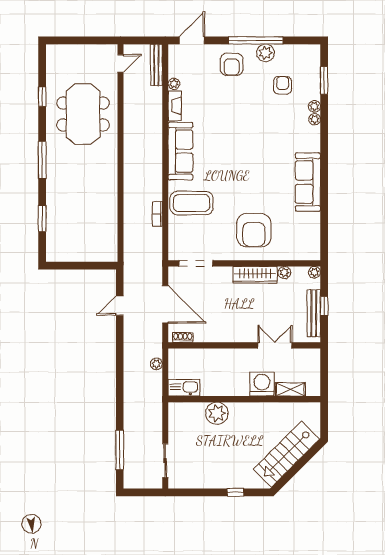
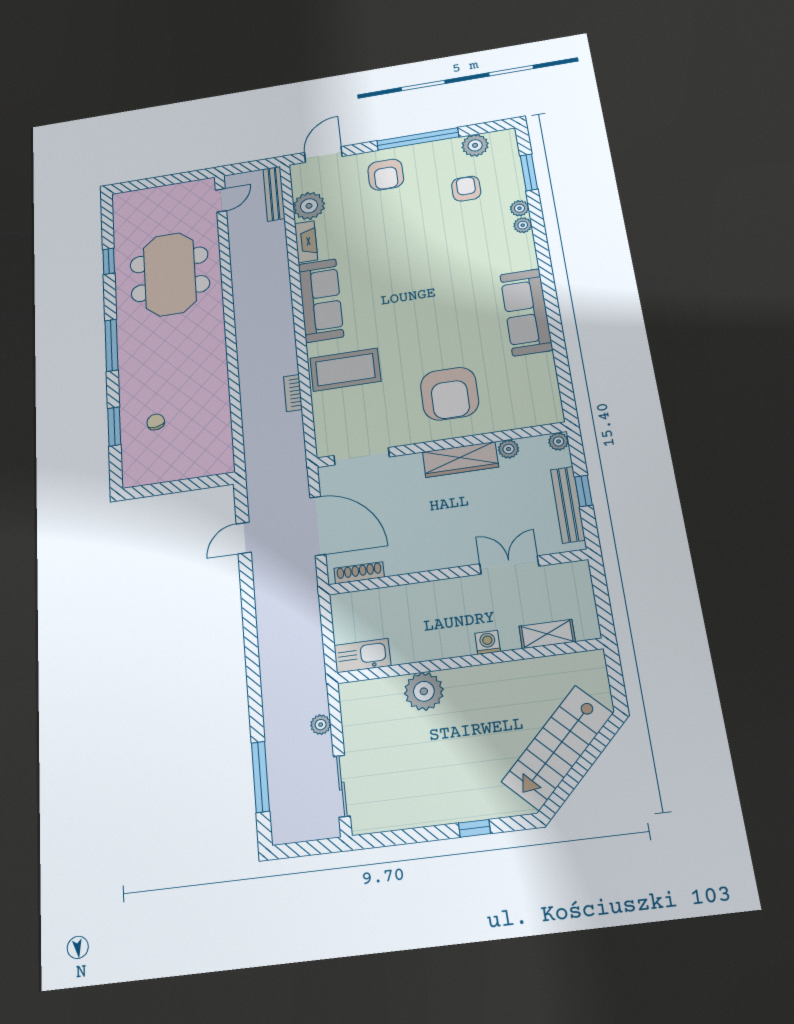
plant: (265, 53) -> (475, 145), moved
plant: (174, 84) -> (309, 206), width x1.88, depth x1.88
chair: (69, 220) -> (156, 422), added
shoe rack: (183, 337) -> (359, 573), width x1.43
plant: (156, 364) -> (321, 725), moved
washing machine: (262, 384) -> (488, 642), width x0.53, depth x0.53

